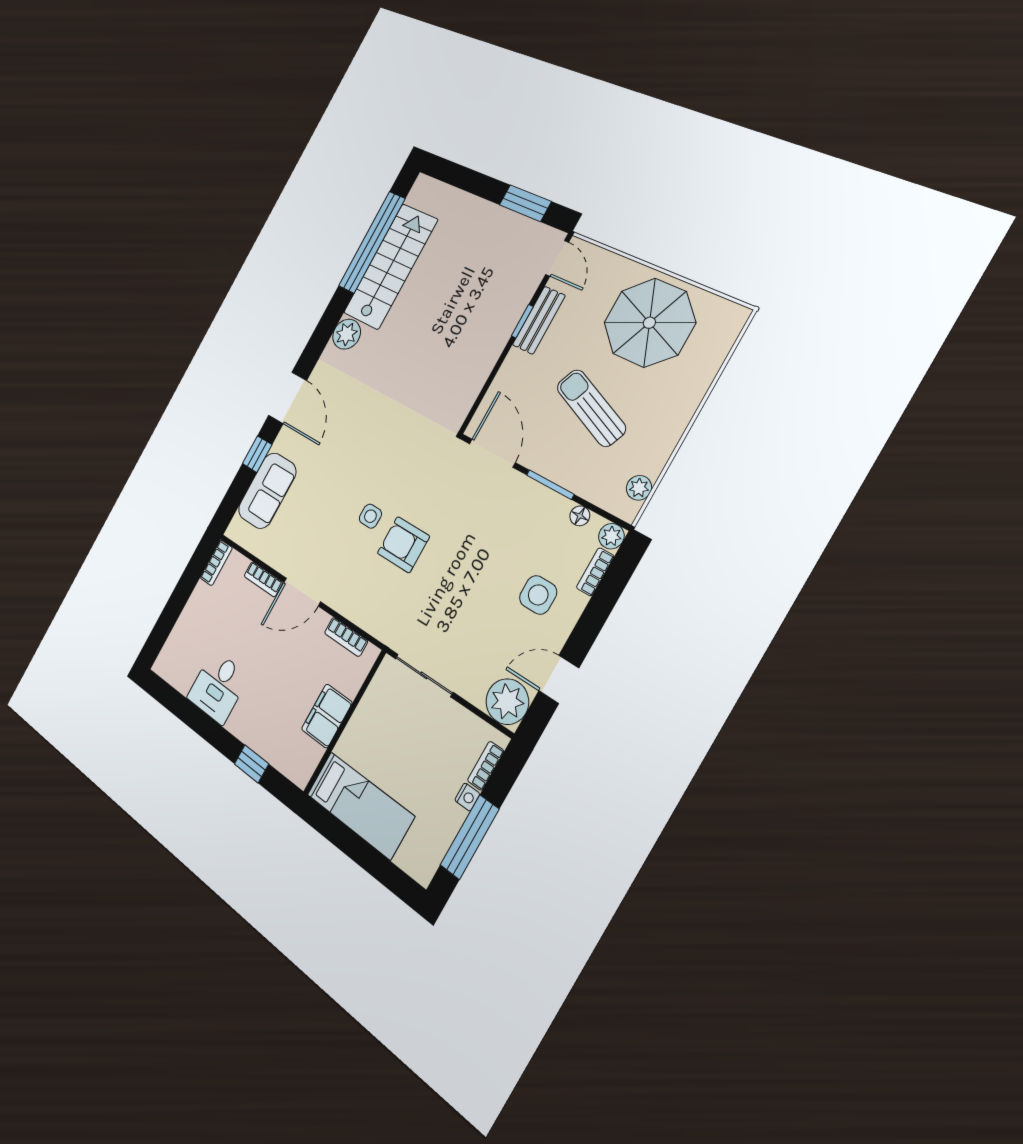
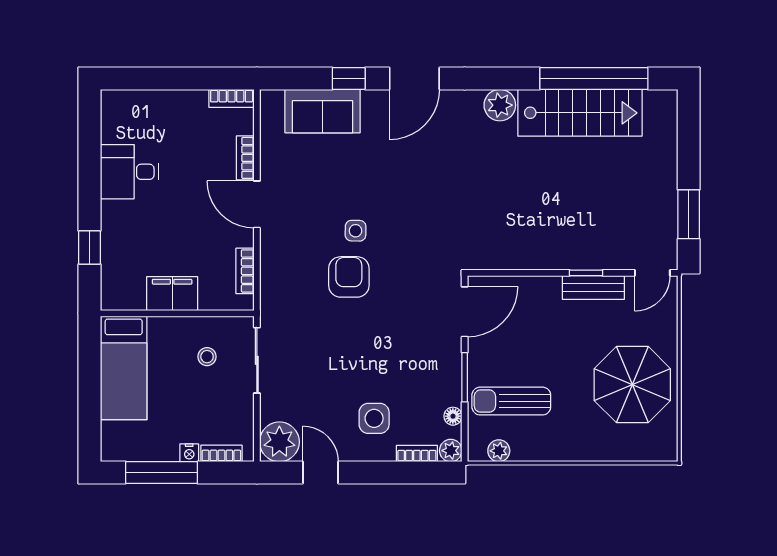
sun lounger: (591, 408) -> (511, 401), moved, turned -113
stool: (395, 720) -> (207, 357), added

